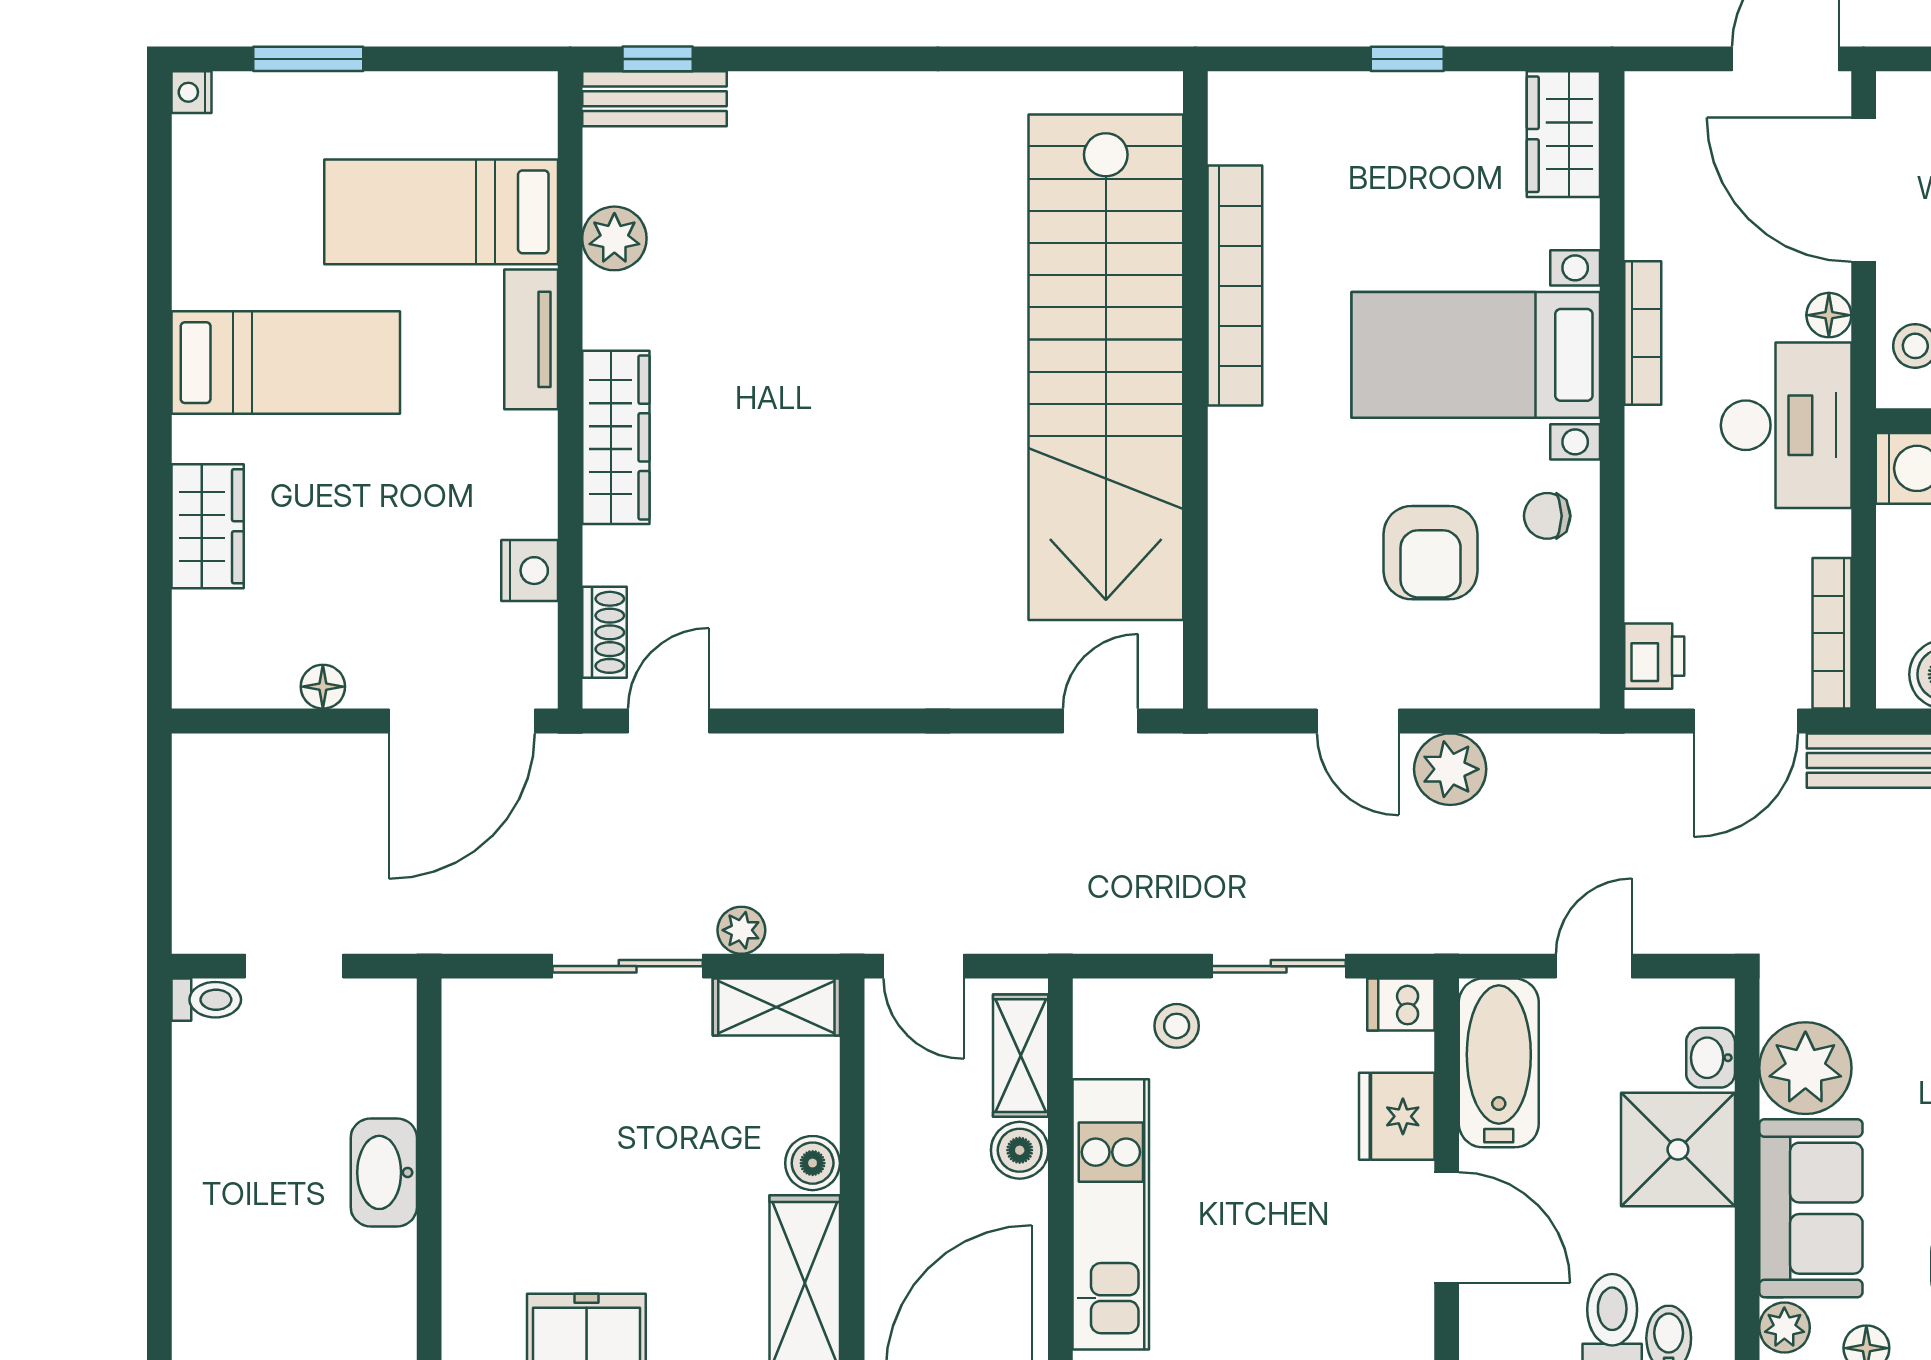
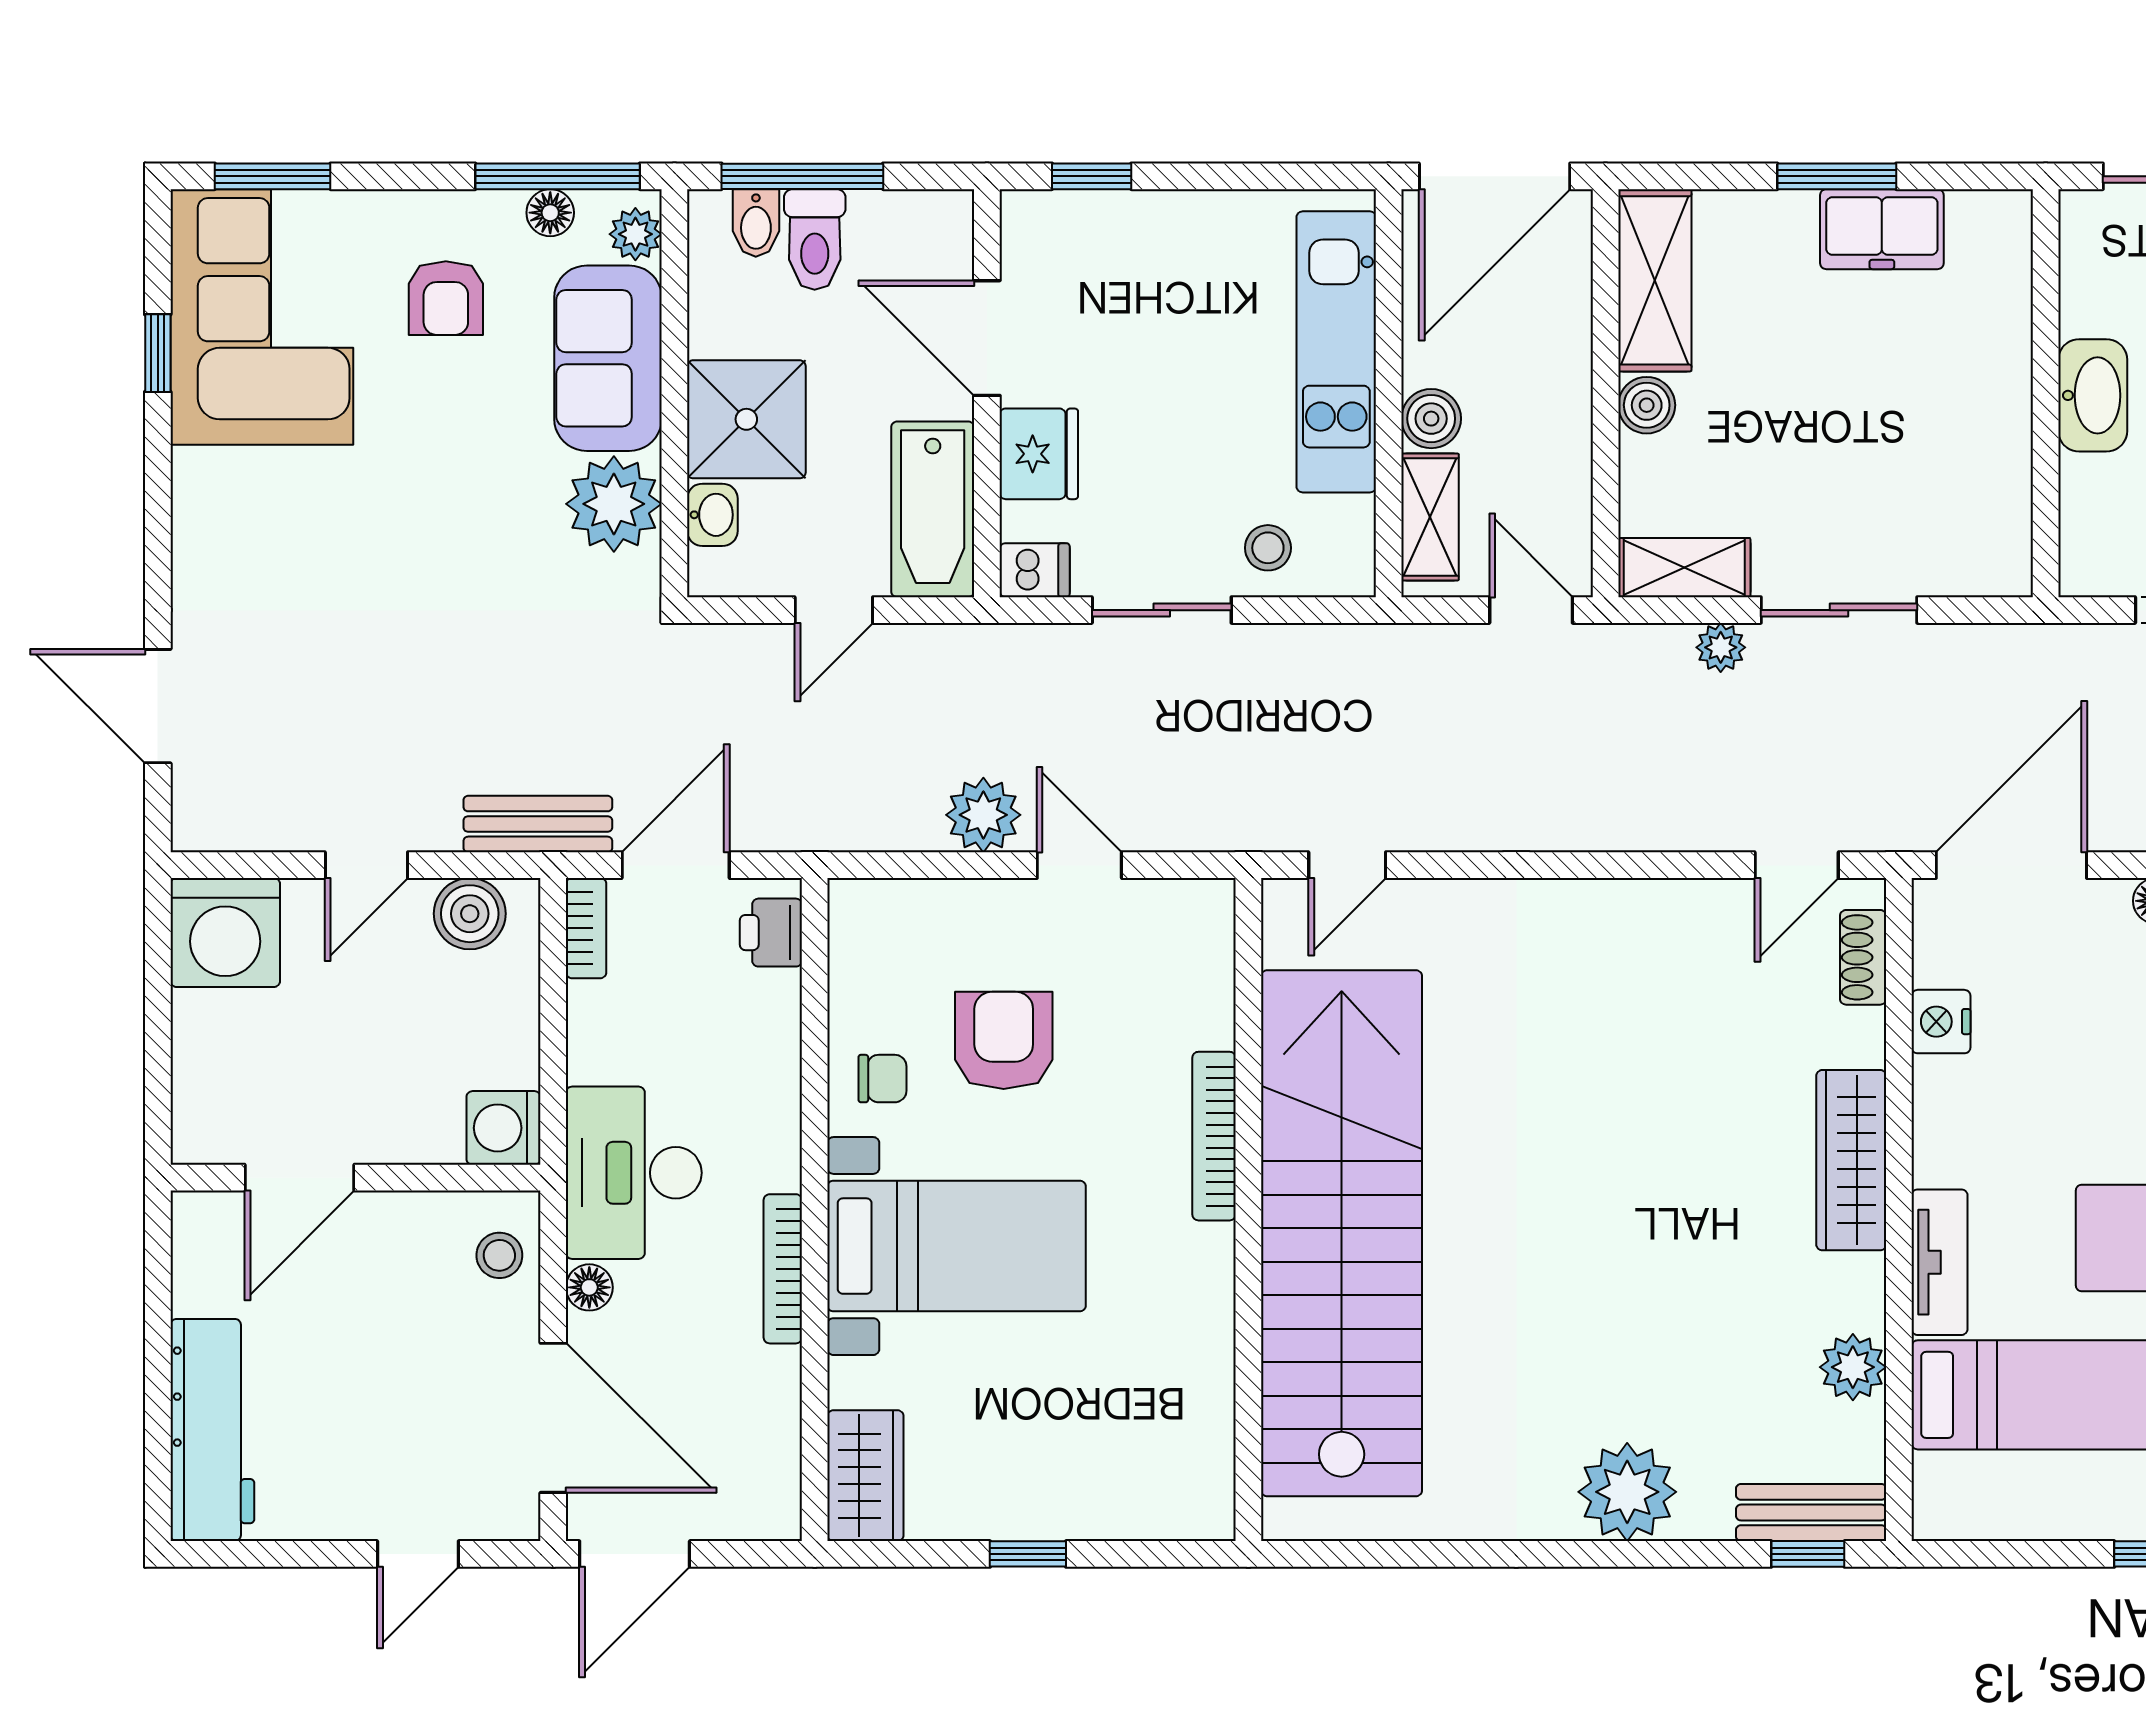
plant: (831, 118) -> (1627, 1492), added
bookcase: (1235, 286) -> (1214, 1136), moved, width x0.68, depth x0.76
bookcase: (1832, 633) -> (586, 928), width x0.64

